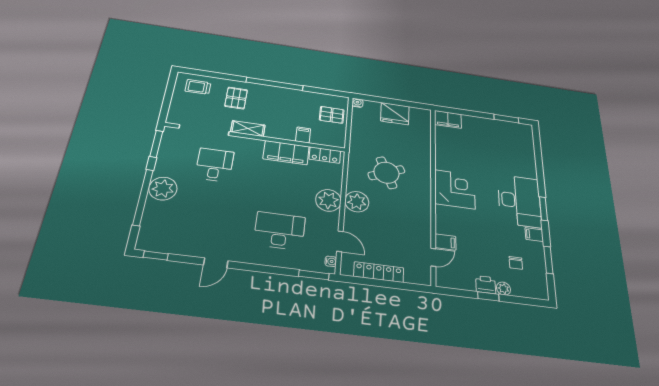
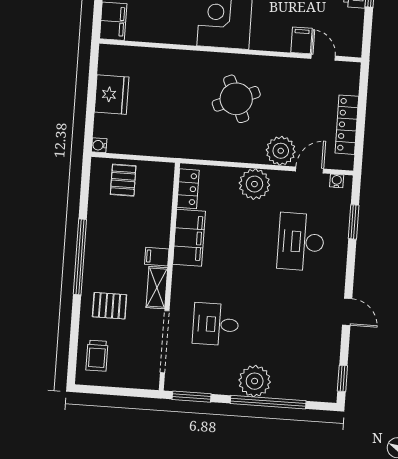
filing cabinet: (303, 135) -> (157, 257), moved
round table: (386, 173) -> (236, 99), moved
plant: (357, 202) -> (281, 151), moved
window: (314, 275) -> (354, 222), moved

